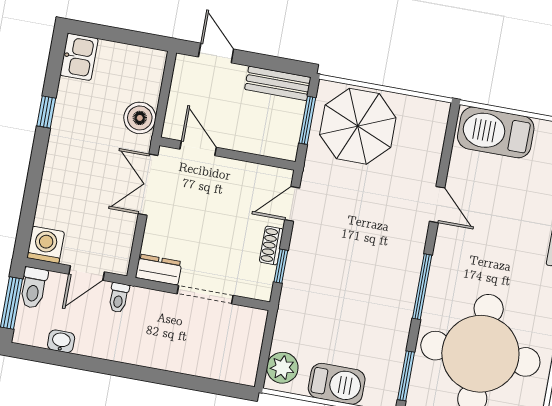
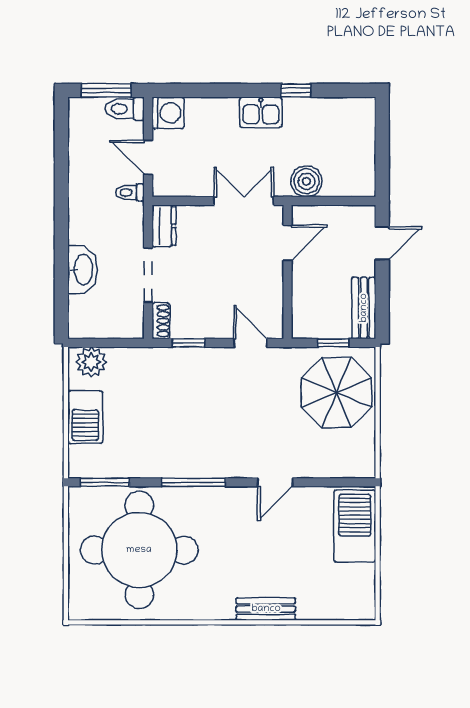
kitchen sink: (79, 57) -> (261, 112), moved
window: (307, 120) -> (333, 343), width x0.67
shoe rack: (271, 245) -> (161, 321), moved, turned 90
washbasin: (61, 341) -> (83, 270), moved, width x1.91, depth x1.45

